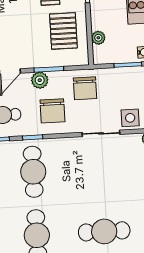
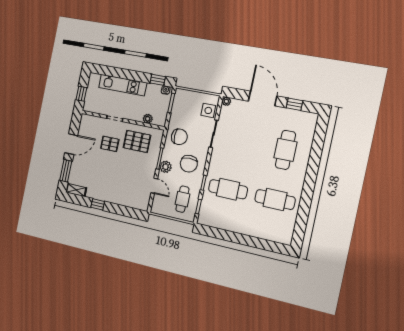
chair: (52, 111) -> (189, 164), turned 90

